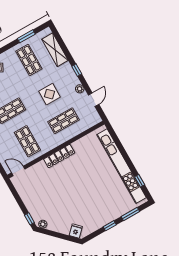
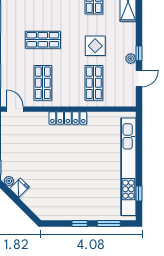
window: (77, 70) -> (139, 53), moved
shop shelf: (63, 121) -> (94, 83), turned 90
fridge: (76, 231) -> (19, 188), moved

